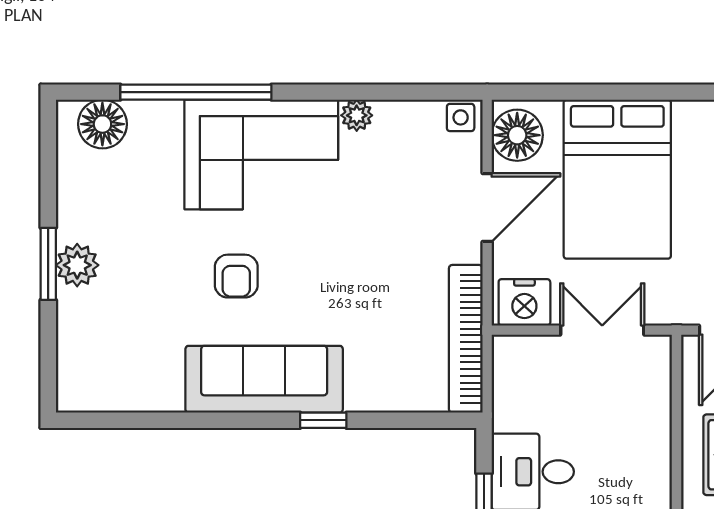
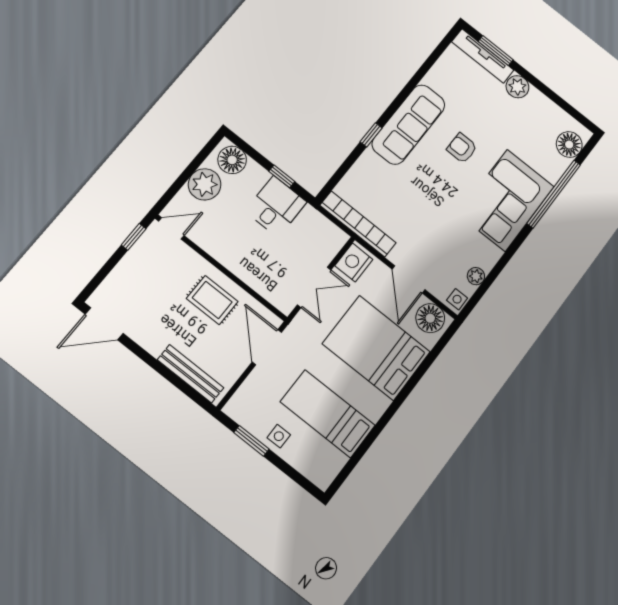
plant: (357, 115) -> (476, 276), moved
window: (48, 264) -> (496, 51), moved
tv unit: (73, 351) -> (483, 56), added

